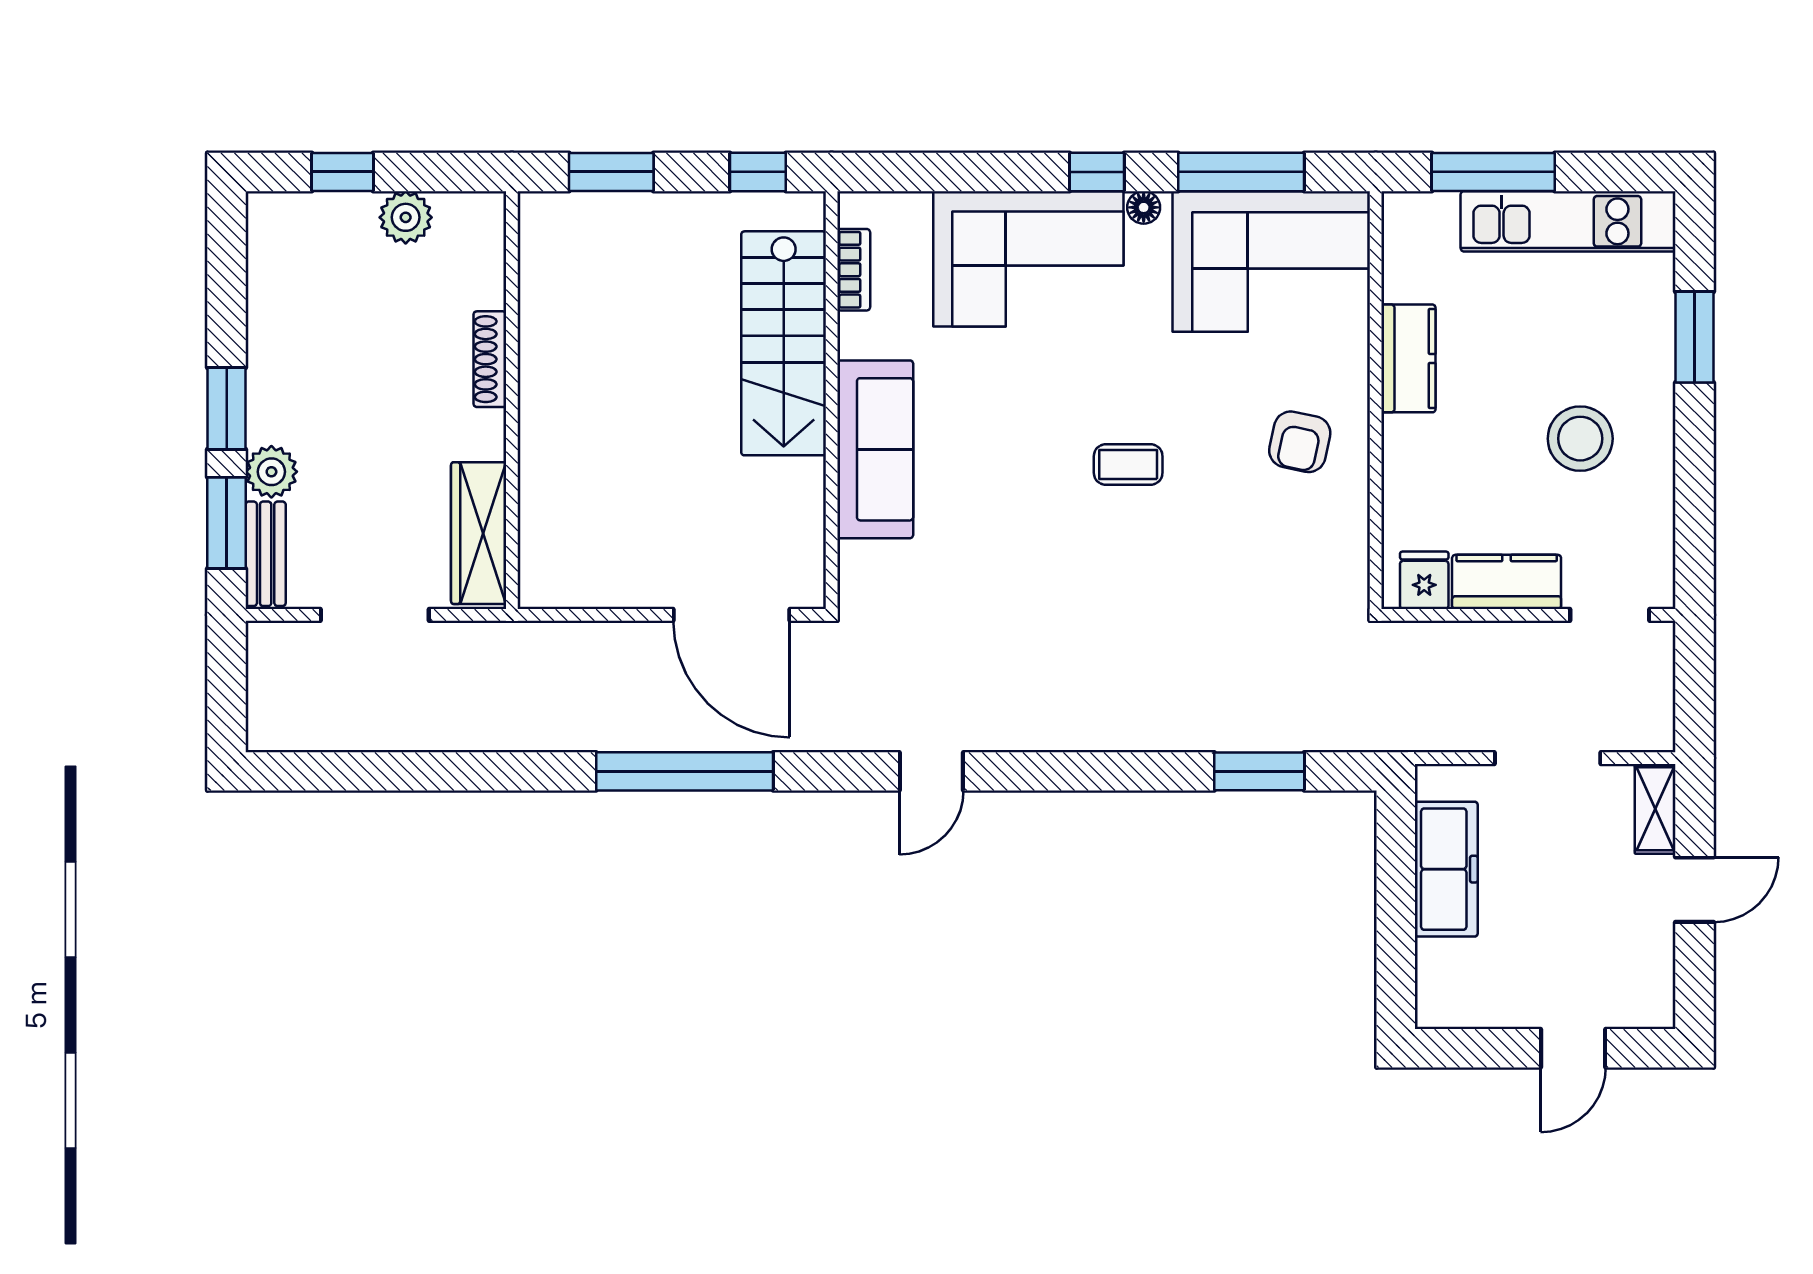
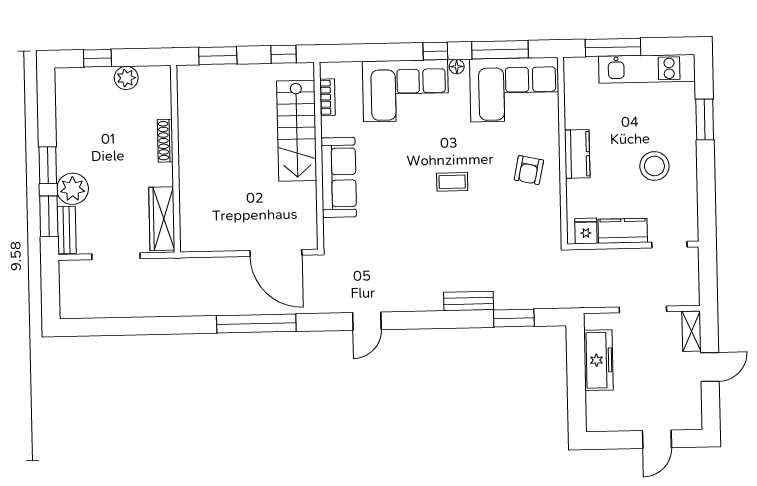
kitchen counter: (1408, 358) -> (577, 154), moved
plant: (271, 472) -> (73, 189), width x1.36, depth x1.36
bench: (1159, 731) -> (469, 301), added

